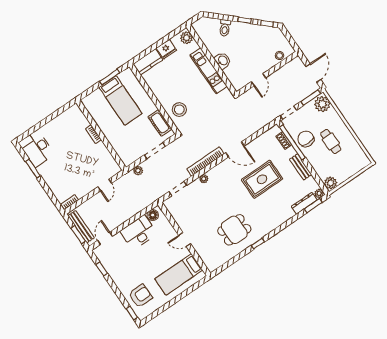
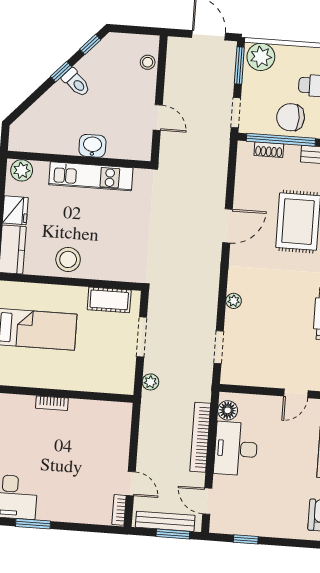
toilet: (225, 28) -> (76, 83), moved
stool: (179, 110) -> (68, 259), moved
bookcase: (205, 161) -> (200, 437), moved
door: (105, 185) -> (131, 484), moved

